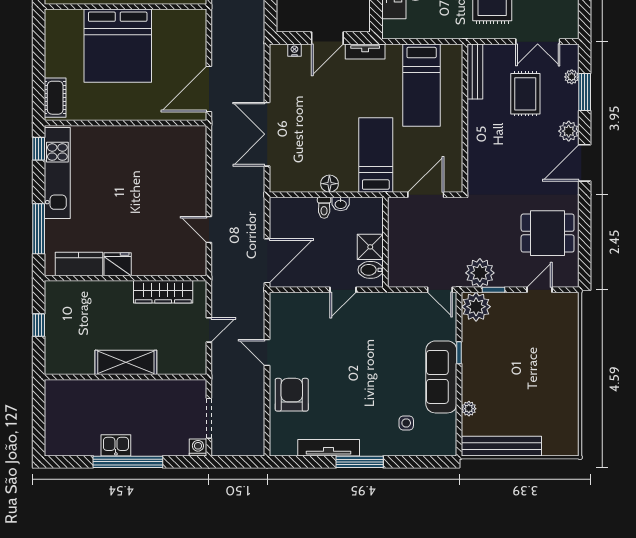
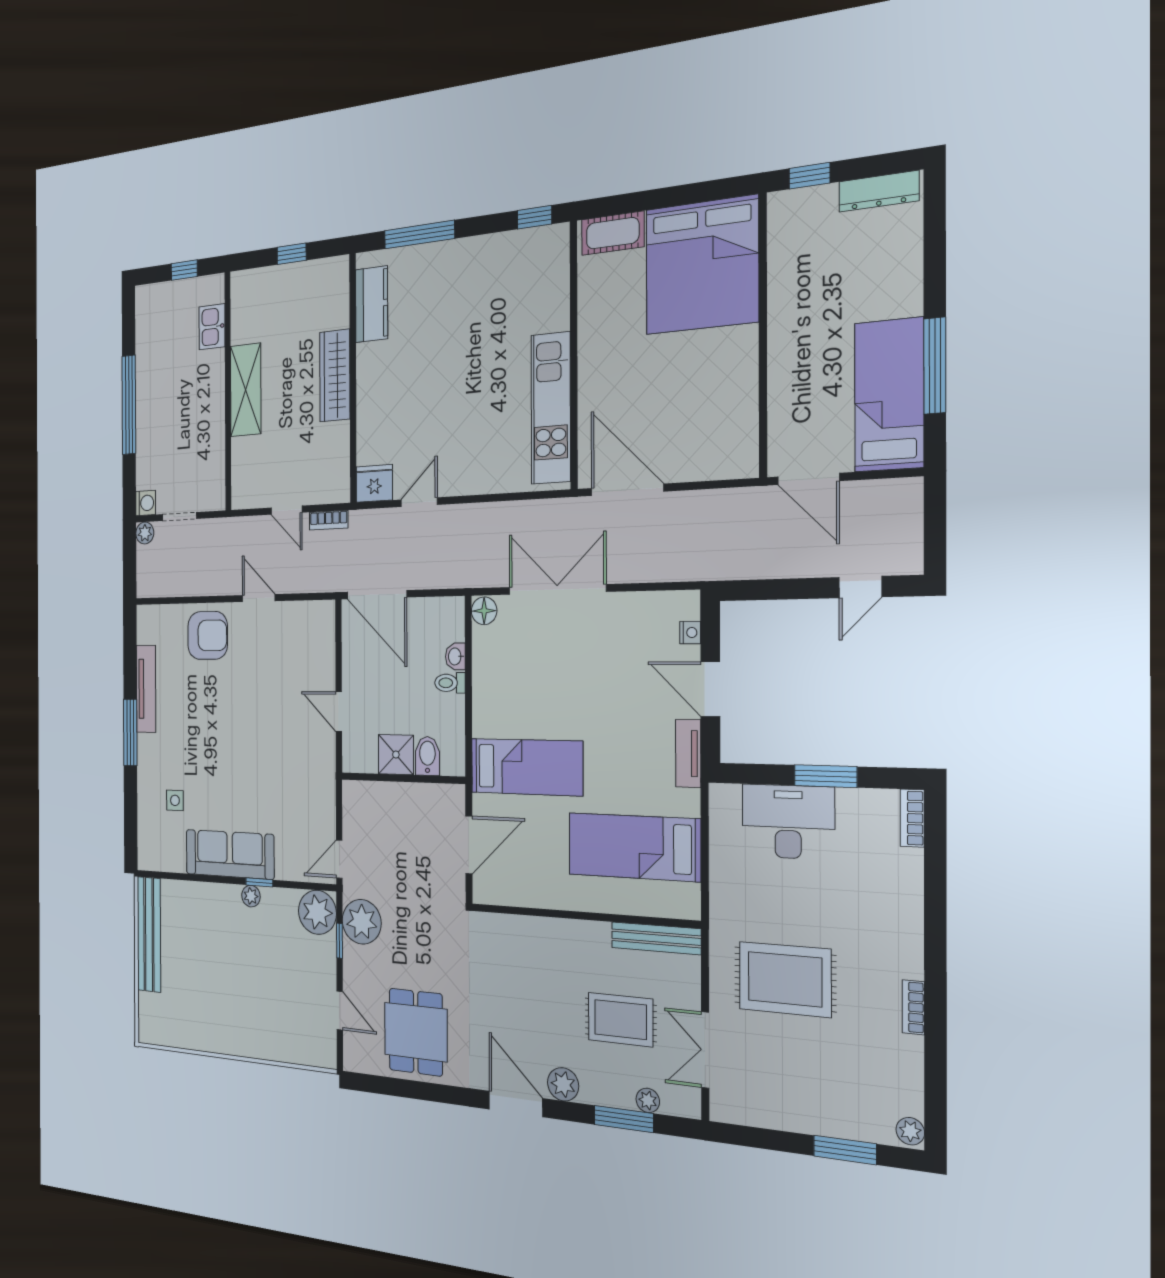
bed: (118, 46) -> (702, 265), moved, turned -90
kitchen unit: (57, 173) -> (551, 408), moved, turned 90
floor lamp: (329, 184) -> (484, 611), moved
door: (426, 195) -> (469, 845), hinge flipped
washbasin: (341, 204) -> (455, 656), moved
fridge: (118, 264) -> (374, 483), moved, turned -90
bidet: (371, 270) -> (427, 756), moved
wardrobe: (163, 292) -> (335, 376), moved
bookcase: (217, 297) -> (329, 520), added
door: (267, 353) -> (259, 598), hinge flipped
plant: (469, 409) -> (251, 896), moved
window: (39, 413) -> (184, 270), added
doorway: (209, 418) -> (179, 517), width x0.73
kitchen sink: (116, 445) -> (212, 327), moved, turned 180
plant: (219, 448) -> (145, 533), added

